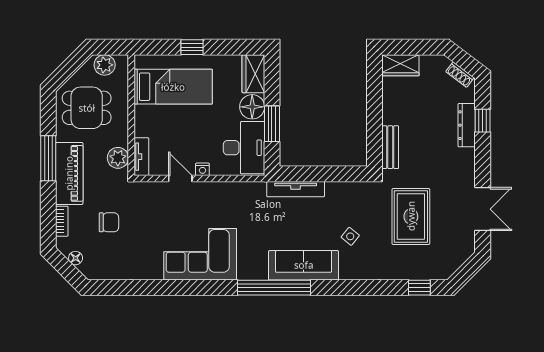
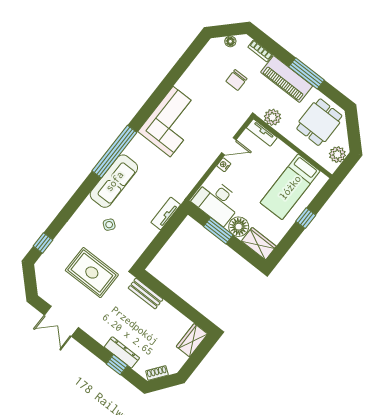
tv unit: (296, 189) -> (166, 214), width x0.71

